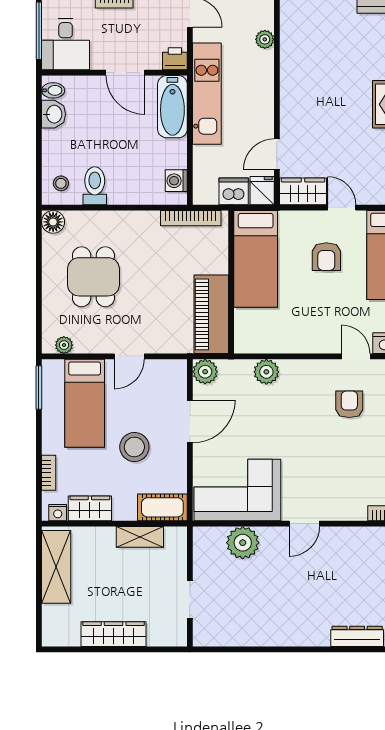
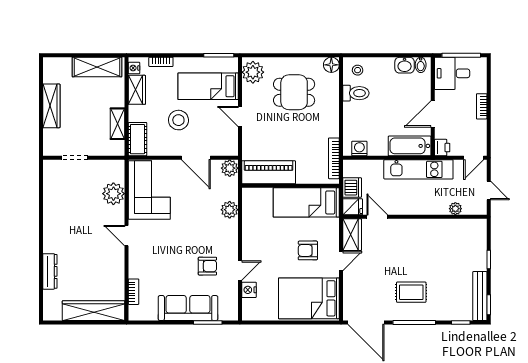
plant: (64, 345) -> (253, 72), width x1.87, depth x1.87

